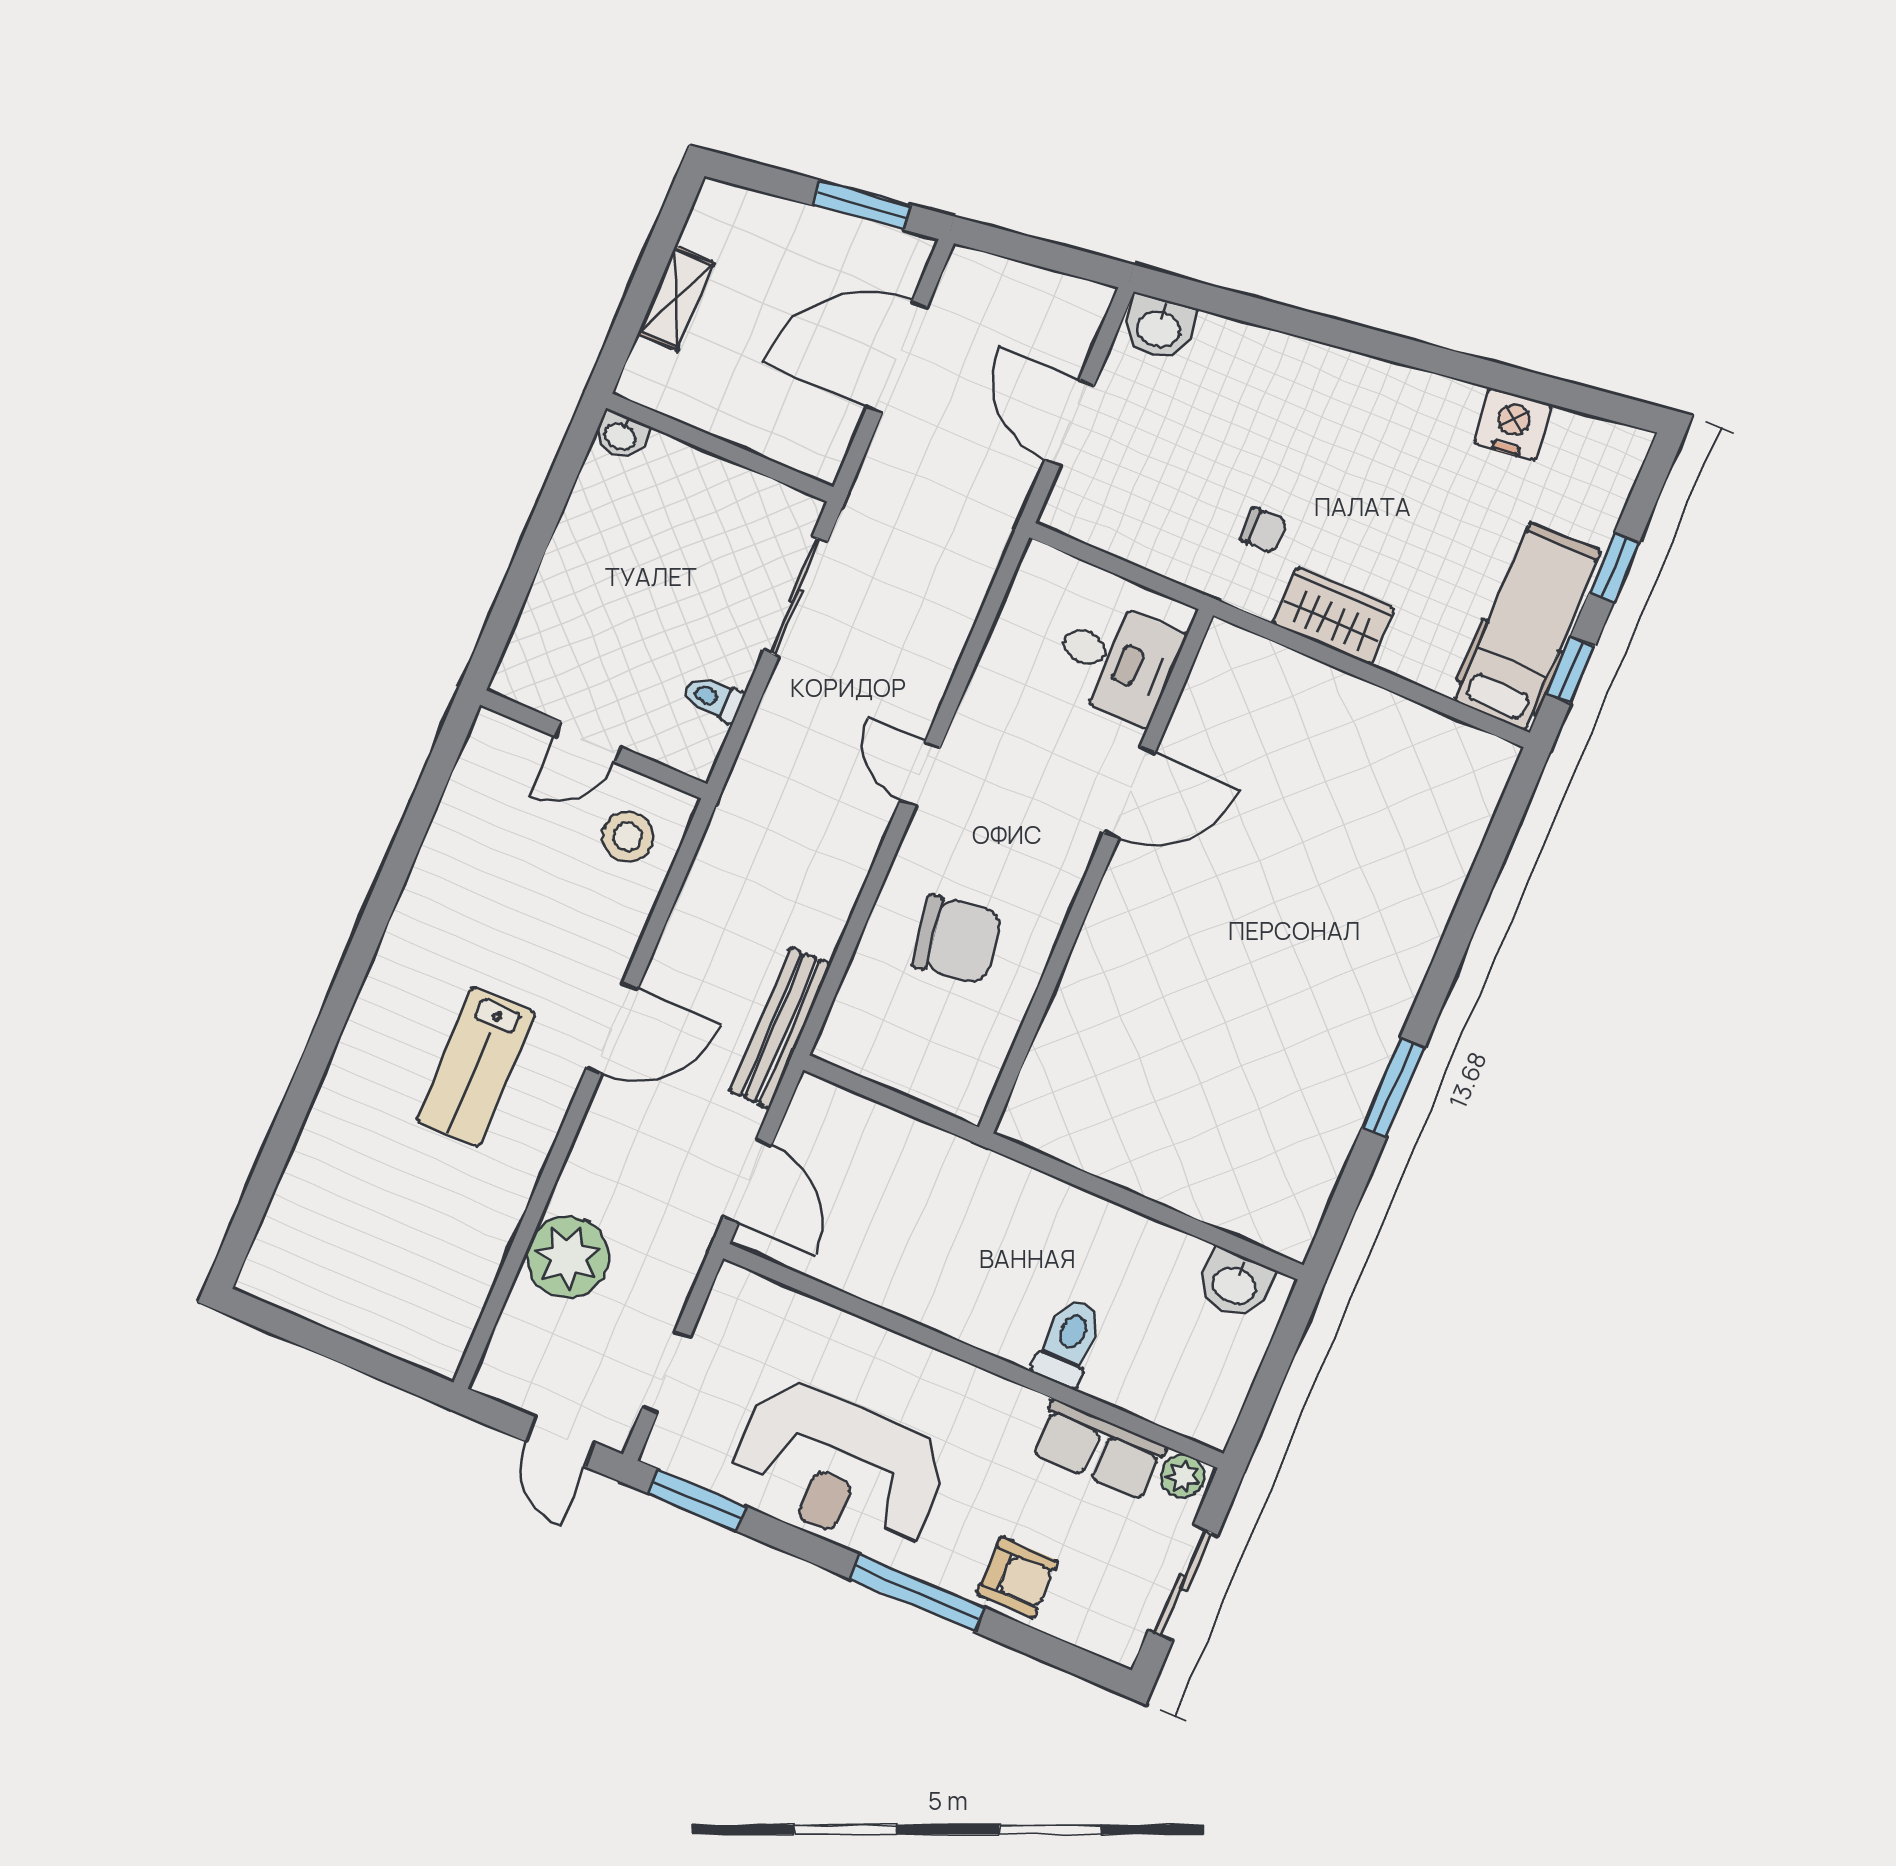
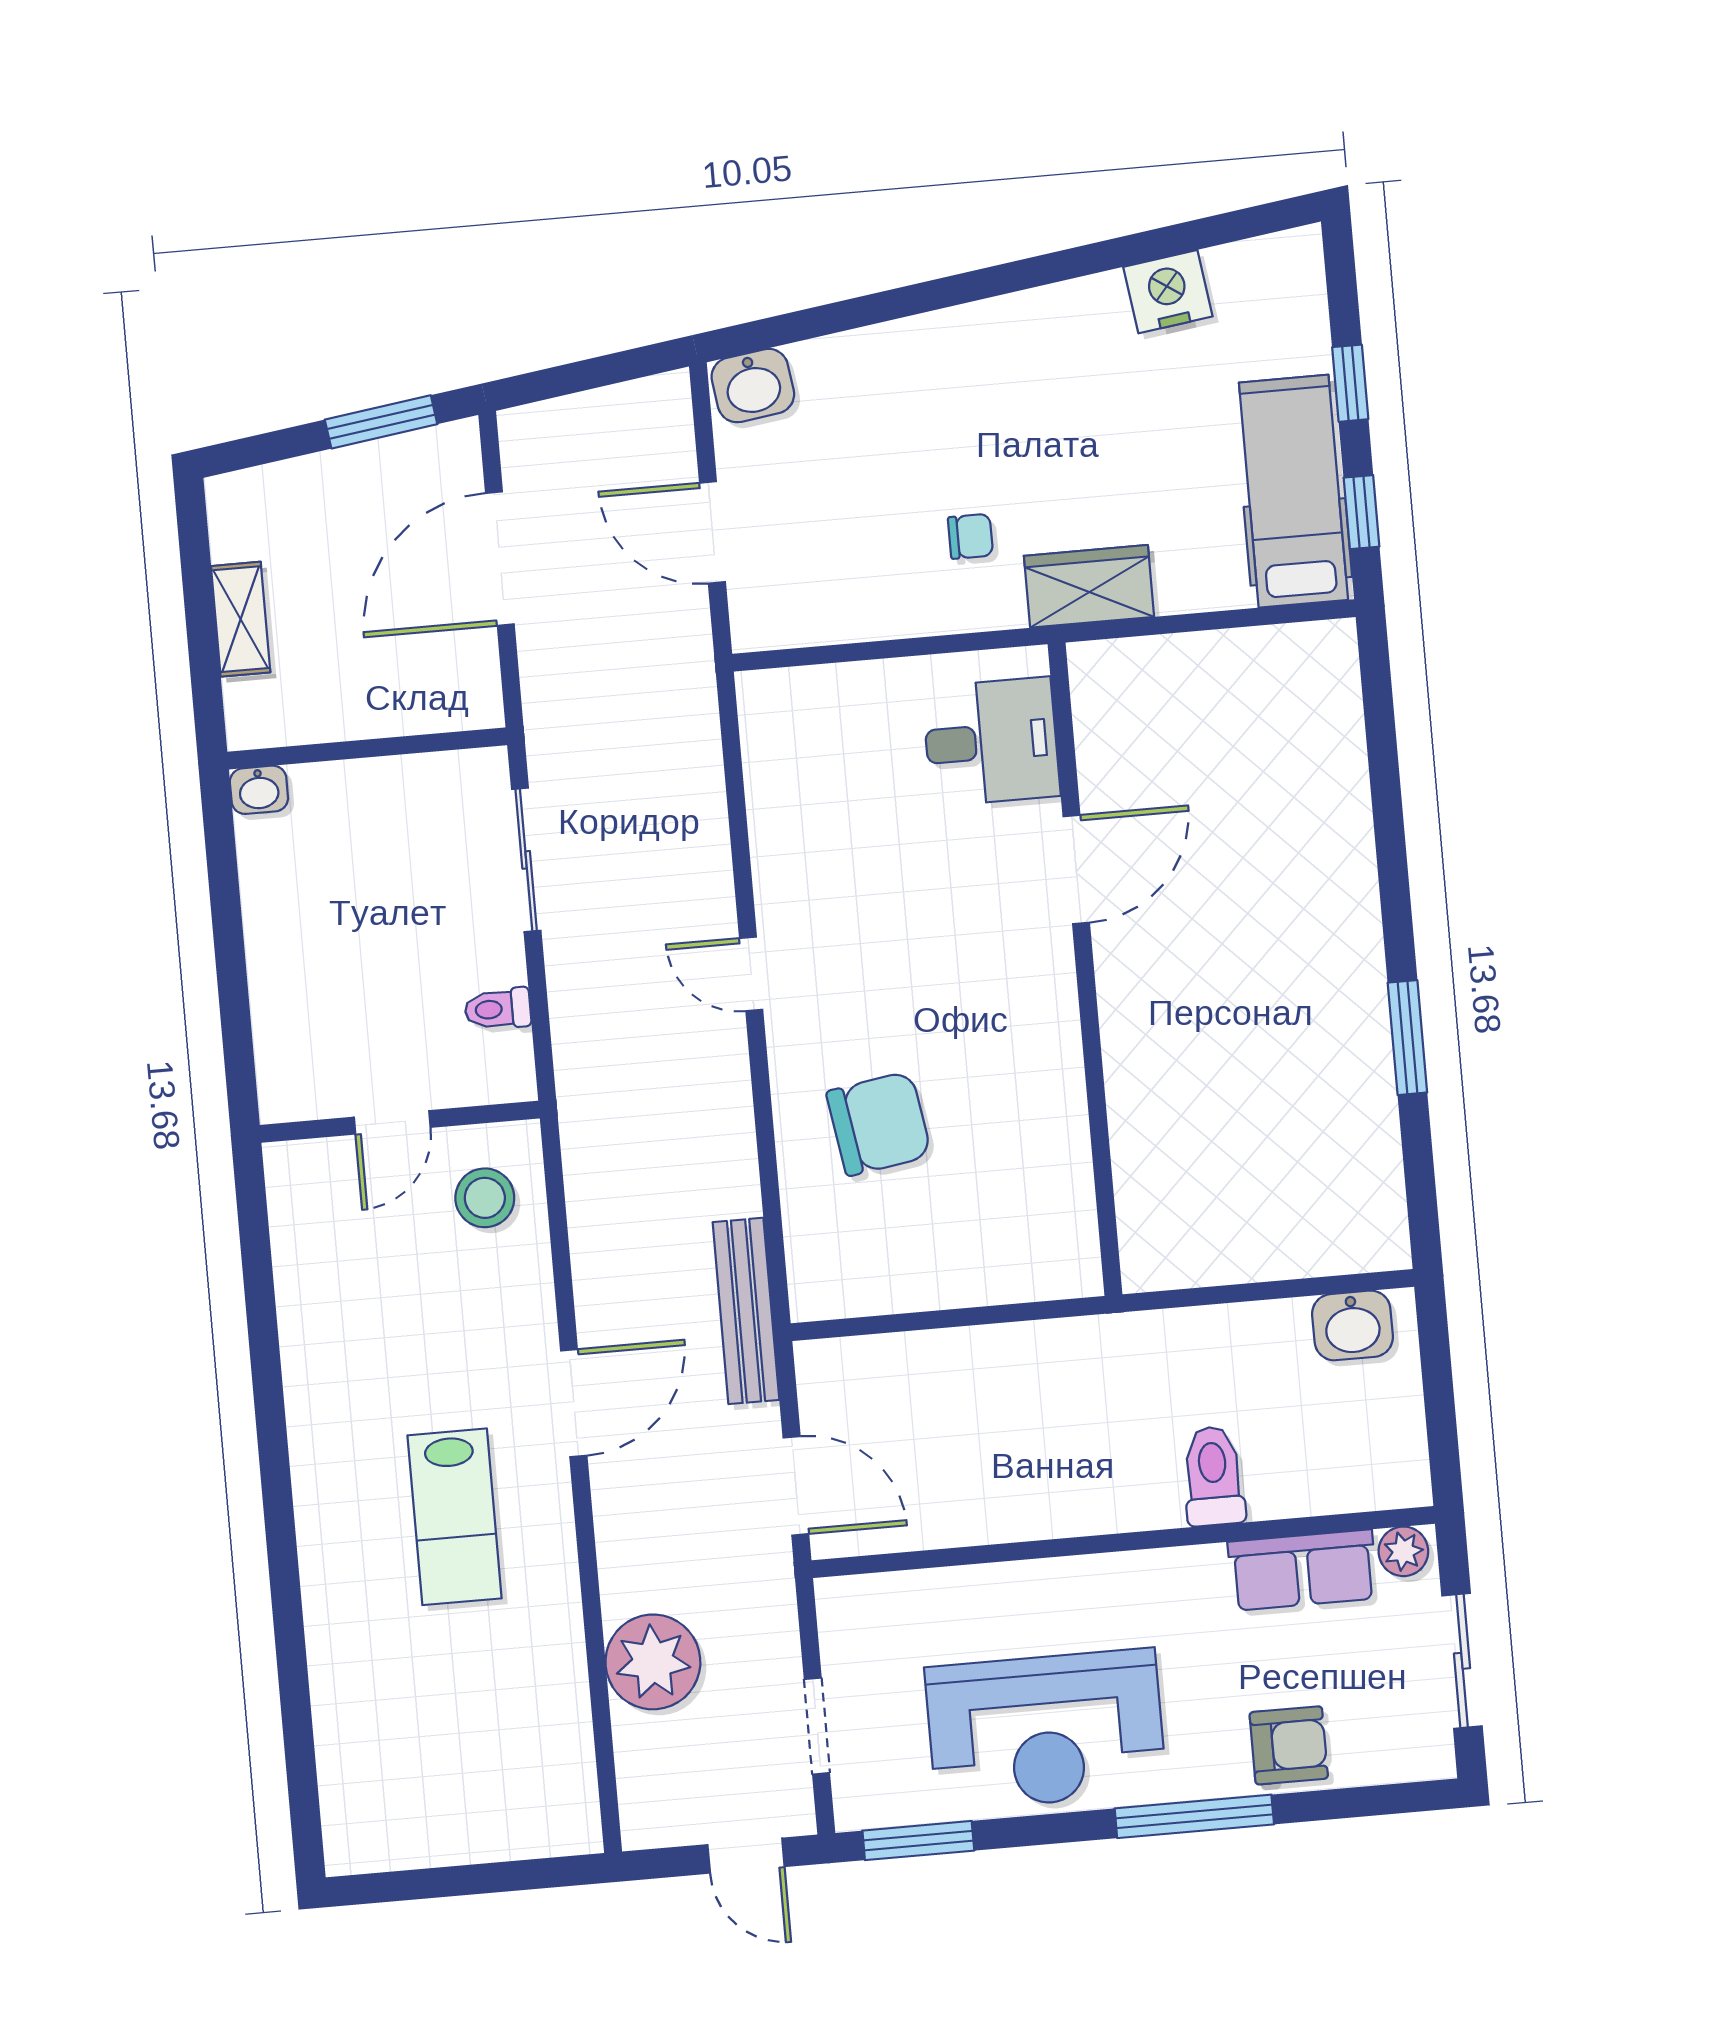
desk: (1116, 661) -> (991, 742), moved
door: (1129, 792) -> (1076, 870), moved
wall: (1096, 871) -> (1085, 969), moved

